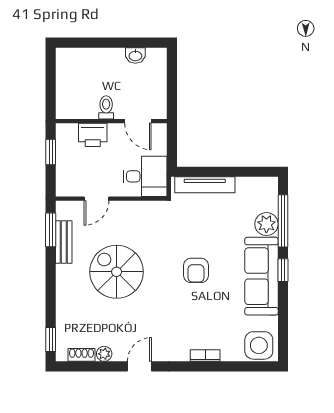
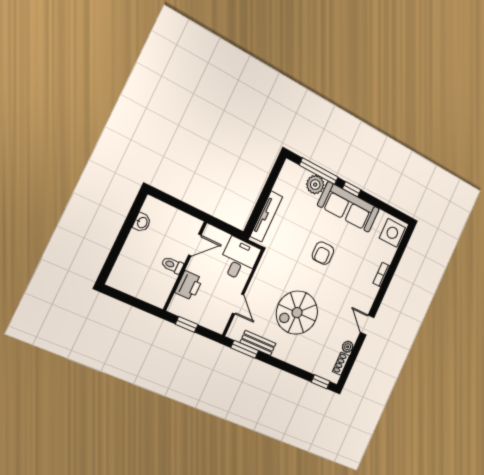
armchair: (196, 270) -> (323, 253), turned 90

